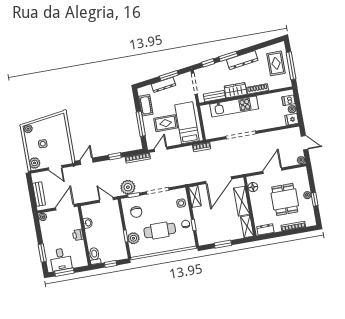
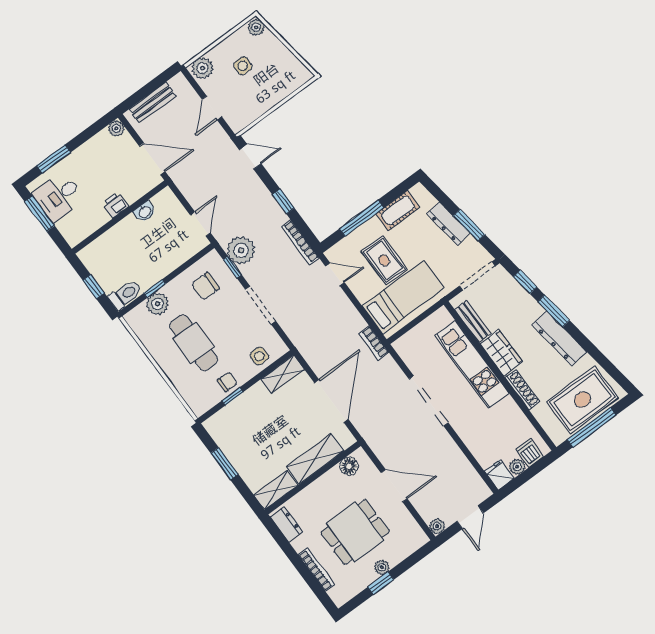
rug: (276, 63) -> (583, 400), width x1.36, depth x1.43
door: (219, 180) -> (331, 401), swing flipped
toilet: (95, 256) -> (125, 295), moved

